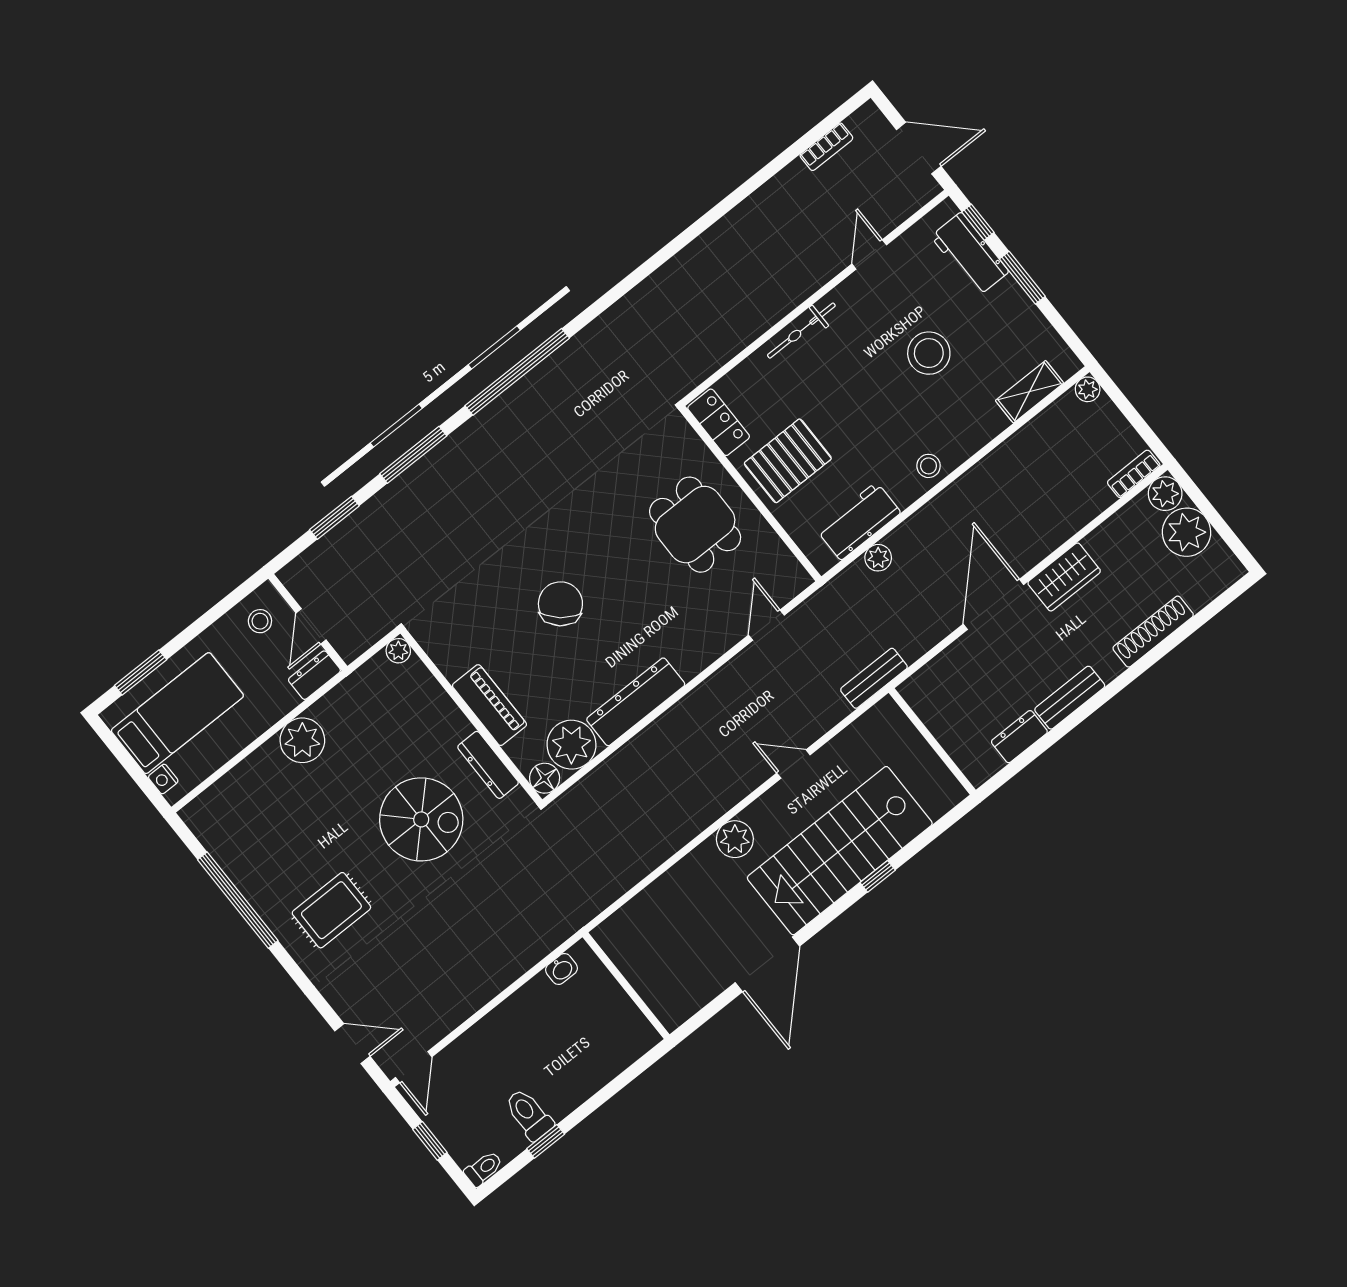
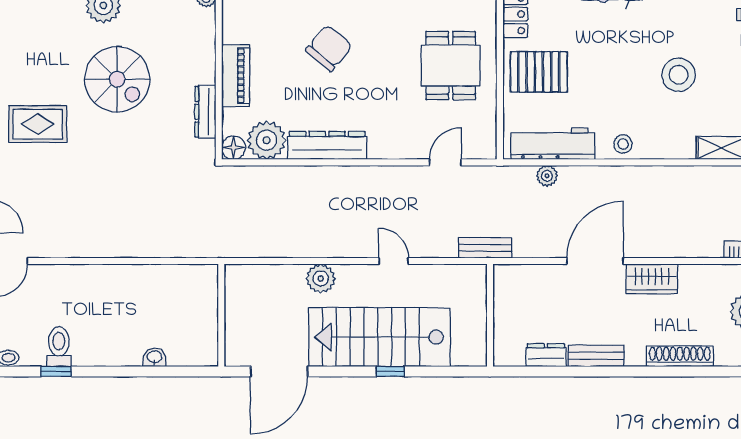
workbench: (859, 521) -> (553, 144), width x1.37
spiral stairs: (421, 819) -> (117, 79), moved
washbasin: (561, 969) -> (155, 357), moved, turned 180
wall: (626, 986) -> (221, 315), moved

